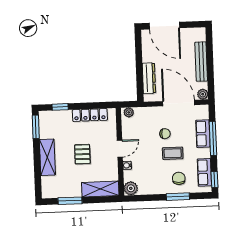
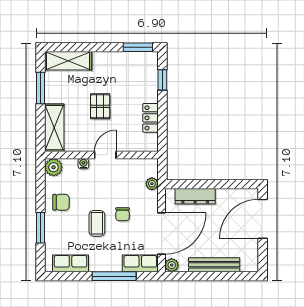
plant: (129, 112) -> (152, 184), moved
locker: (90, 115) -> (150, 118), width x0.66
row of seats: (203, 134) -> (140, 263), moved
door: (120, 149) -> (105, 155), swing flipped
pallet: (82, 154) -> (100, 106), turned 90
shelving: (47, 157) -> (68, 61), moved
chair: (179, 178) -> (61, 202), moved
window: (214, 180) -> (61, 276), removed

